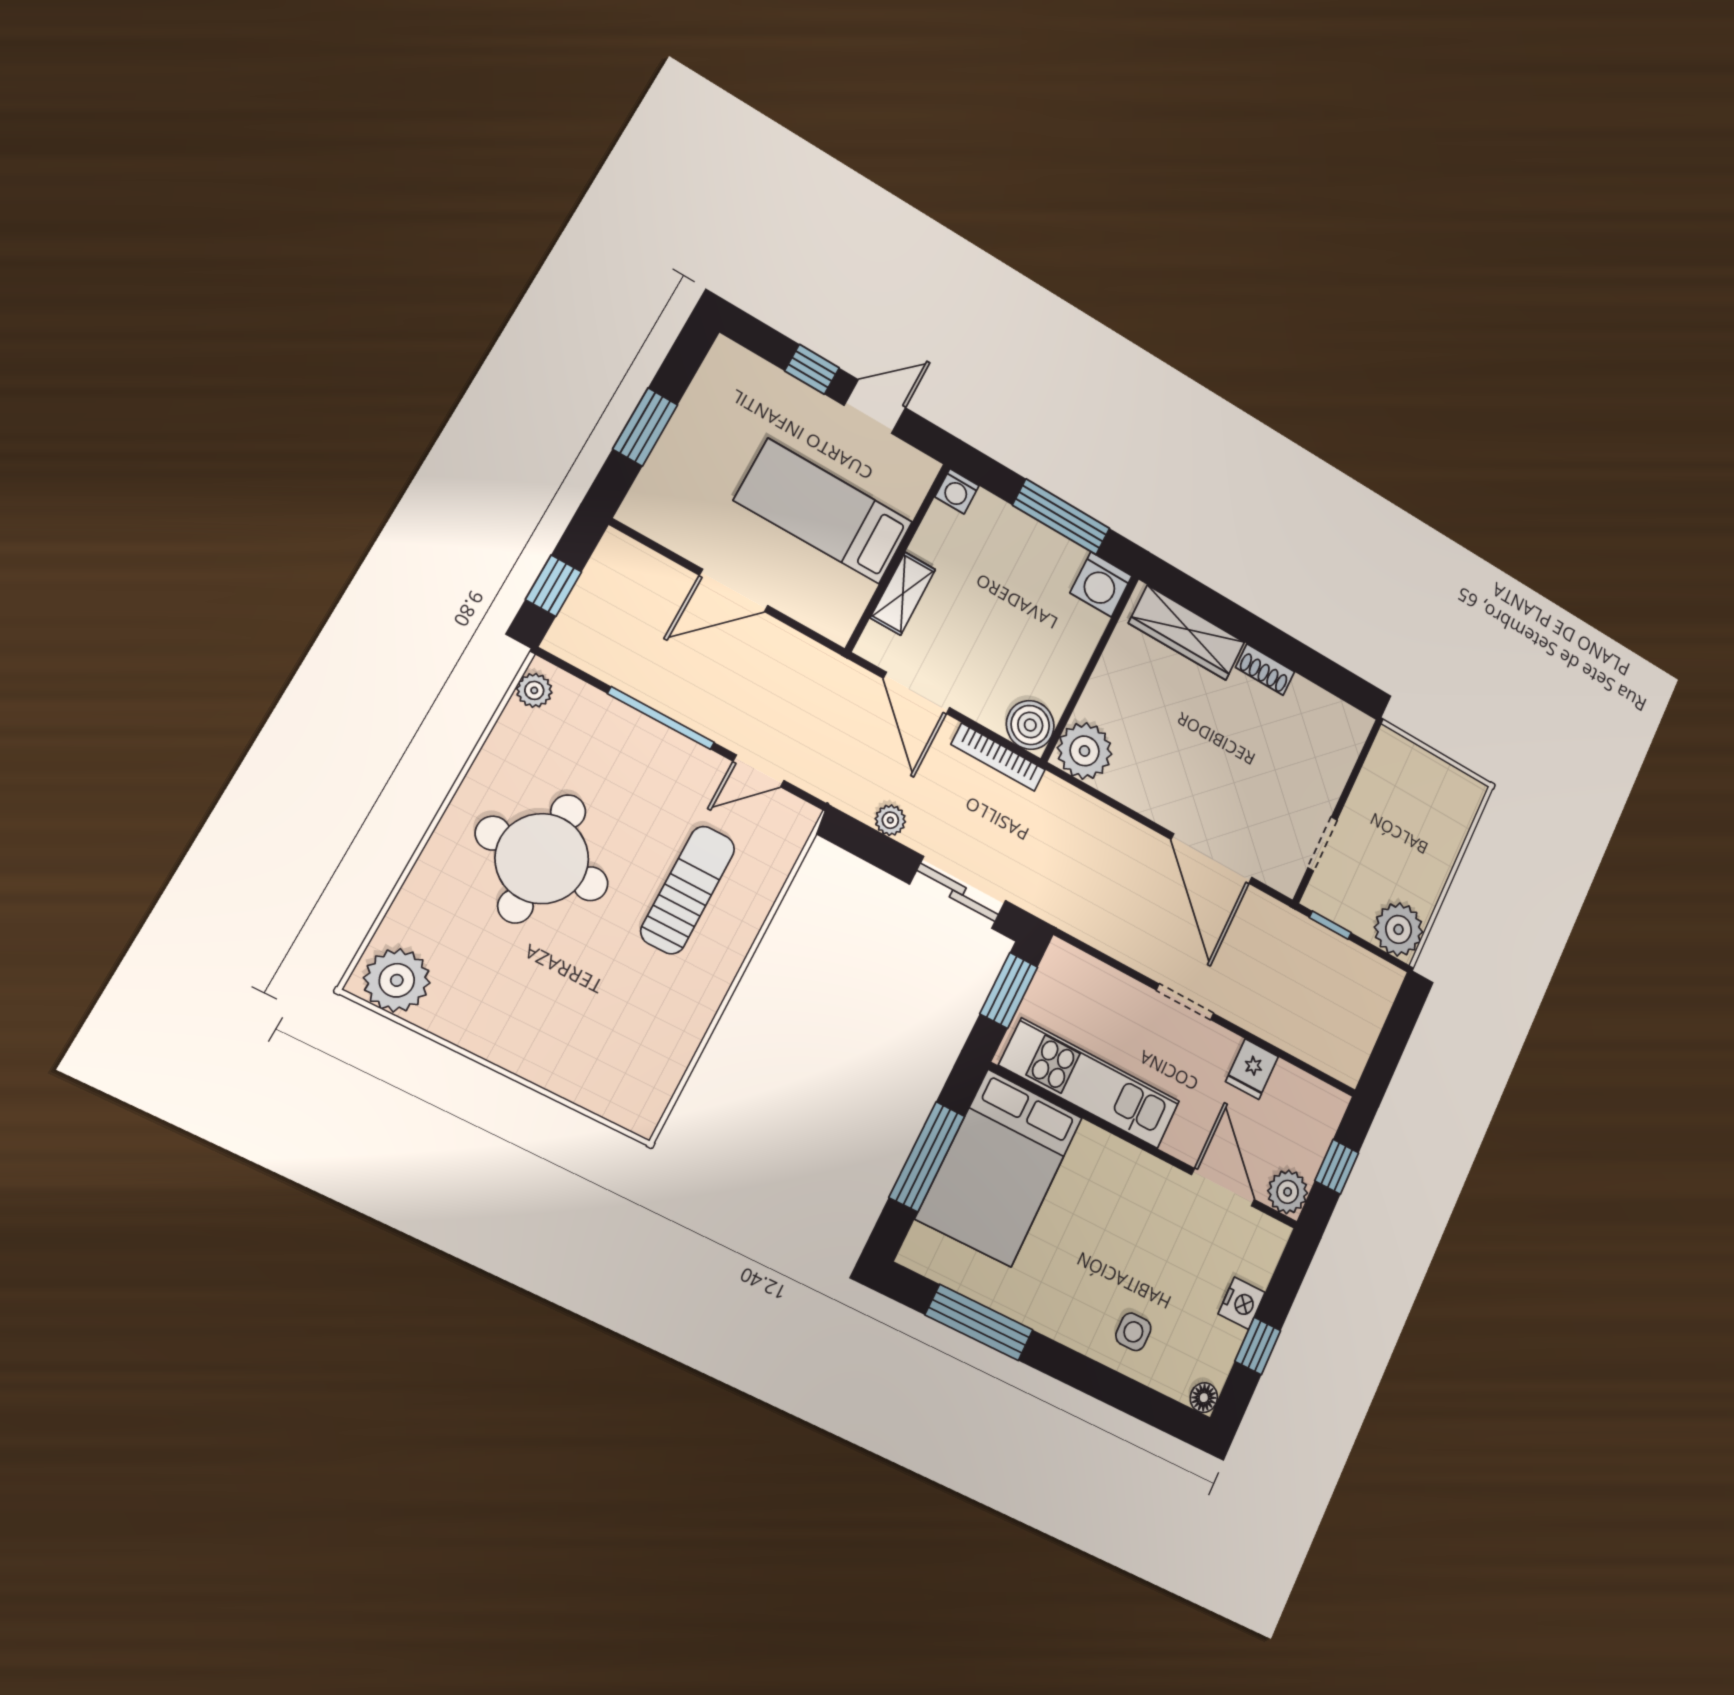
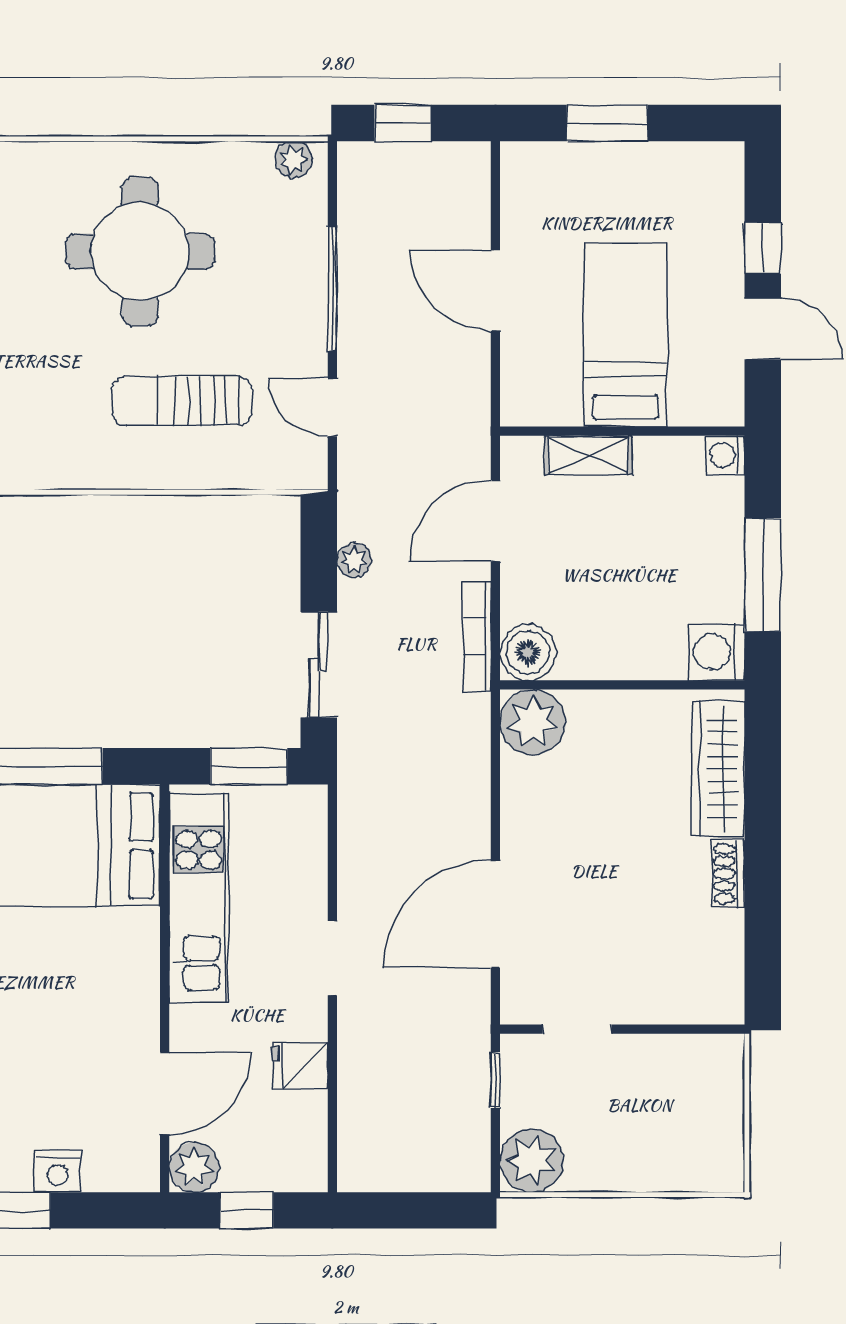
sun lounger: (688, 890) -> (182, 401), turned 180

